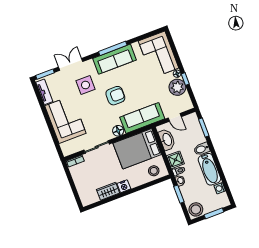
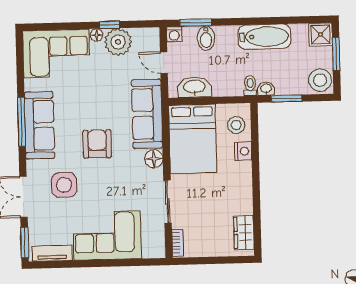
door: (175, 117) -> (164, 63), swing flipped
bidet: (202, 149) -> (206, 38), moved
shower: (175, 160) -> (320, 35), moved
nightstand: (124, 186) -> (243, 151), moved
washing machine: (220, 188) -> (174, 34), moved
wardrobe: (108, 191) -> (244, 233), moved

